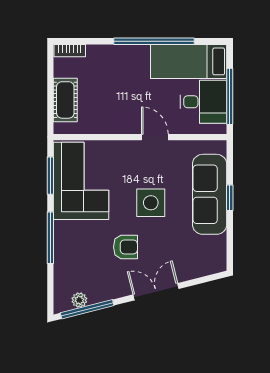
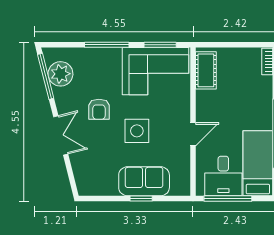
cot: (65, 100) -> (206, 70), moved, turned 90
sofa: (210, 194) -> (144, 181), width x0.73
plant: (79, 300) -> (60, 74), width x1.88, depth x1.88

